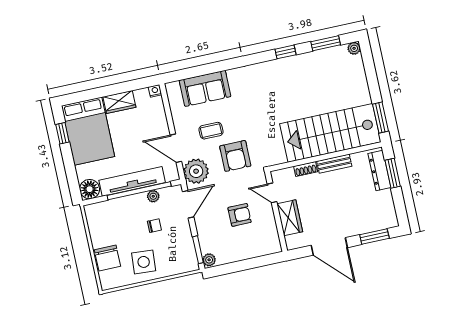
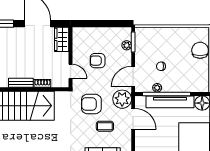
armchair: (235, 156) -> (91, 104), turned -90
wardrobe: (290, 218) -> (62, 39), moved
plant: (209, 260) -> (127, 45), moved
side table: (144, 262) -> (174, 42), removed

